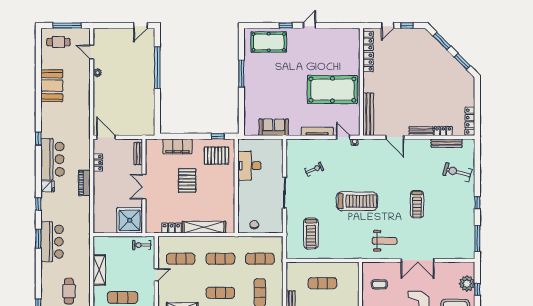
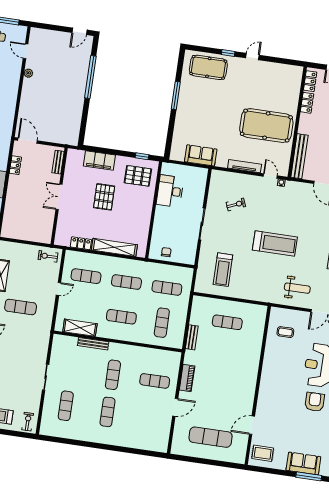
shower: (130, 220) -> (39, 229), removed

